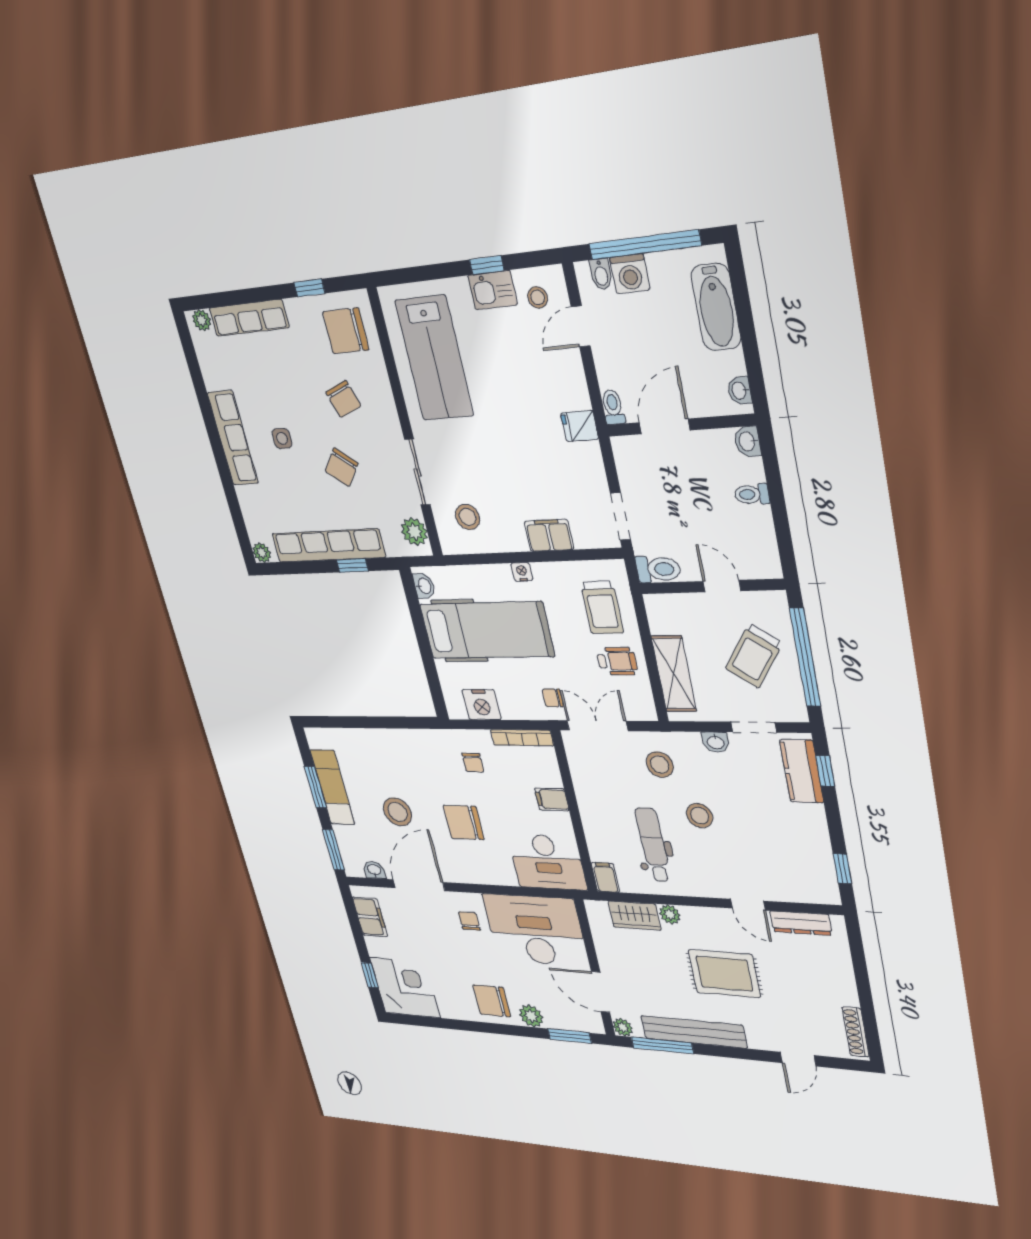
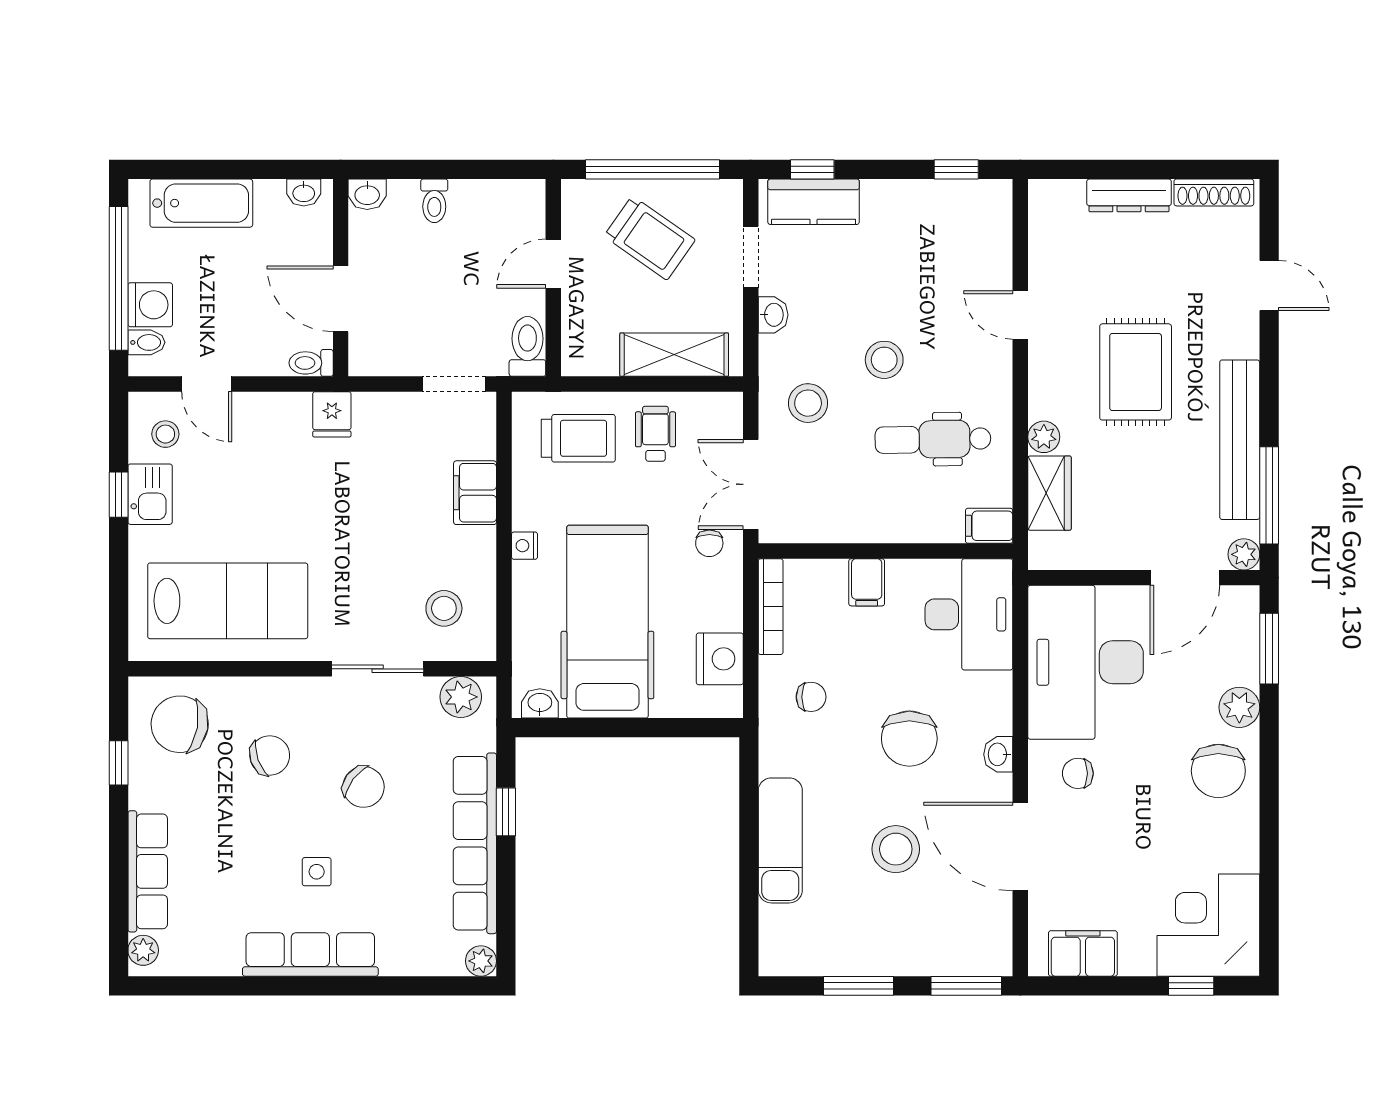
chair: (346, 331) -> (180, 724), turned 100
exam couch: (332, 787) -> (780, 840), moved, turned 90
washbasin: (374, 870) -> (998, 754), moved
door: (748, 905) -> (1020, 315), swing flipped
dresser: (801, 923) -> (1129, 195), moved, turned 90

